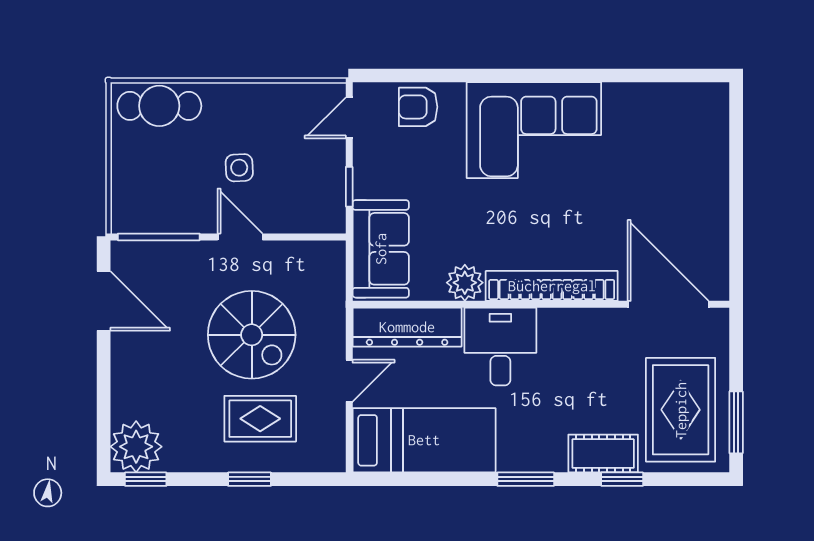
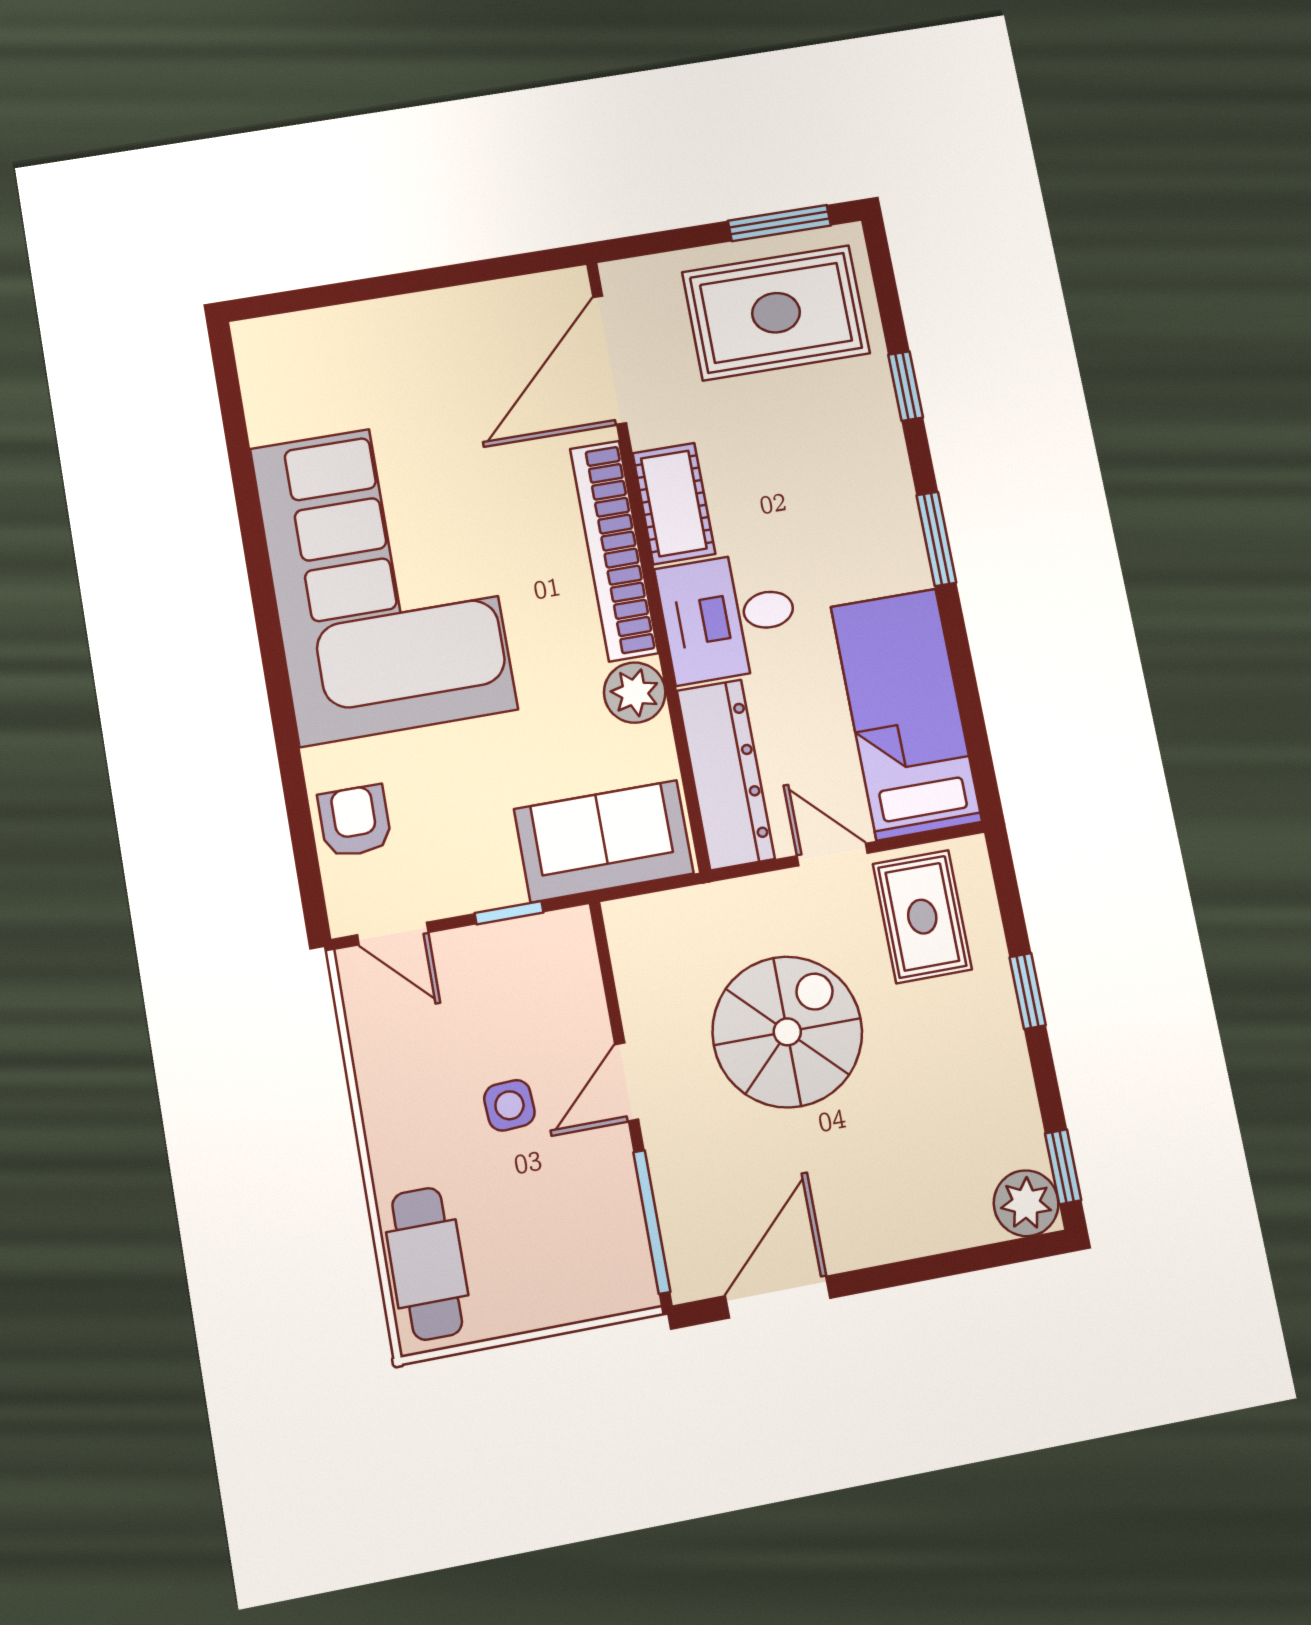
armchair: (418, 107) -> (355, 821), turned 180
corner sofa: (534, 130) -> (383, 579), width x1.36, depth x1.36
rug: (260, 419) -> (922, 917), moved
plant: (136, 447) -> (1026, 1203), width x0.73, depth x0.73
cot: (603, 454) -> (674, 504), moved

